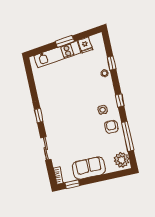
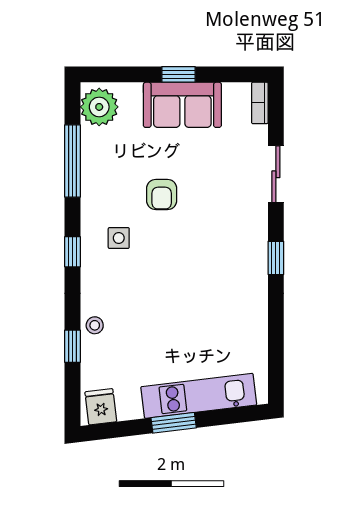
fridge: (85, 45) -> (101, 407), moved
armchair: (111, 127) -> (162, 194), moved
window: (72, 184) -> (179, 74), moved

